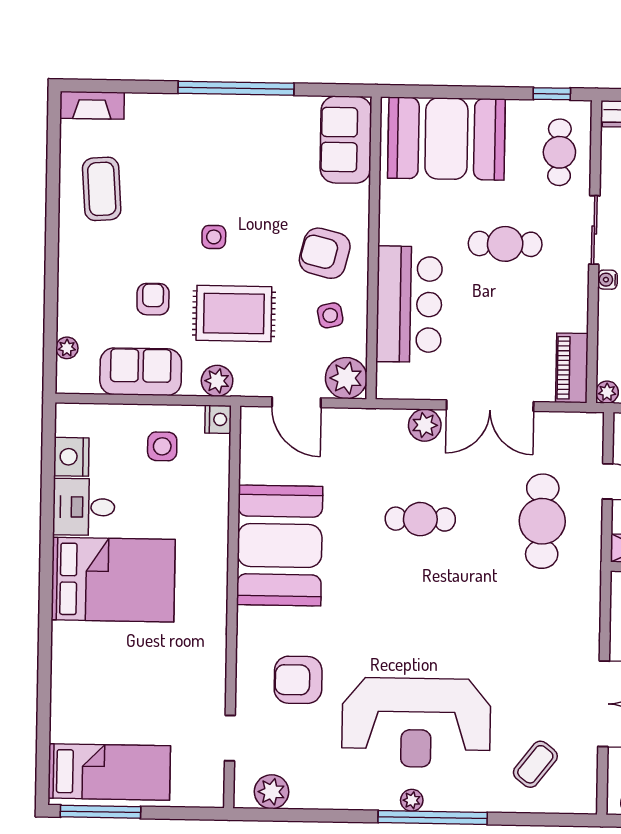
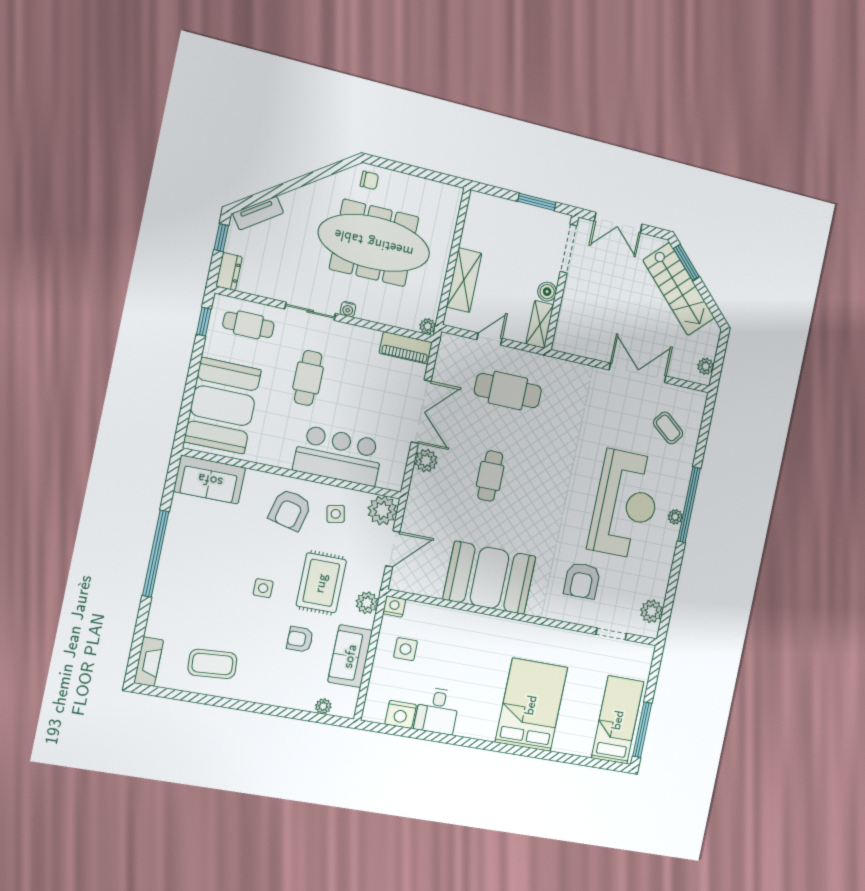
bed: (113, 580) -> (531, 705), moved

